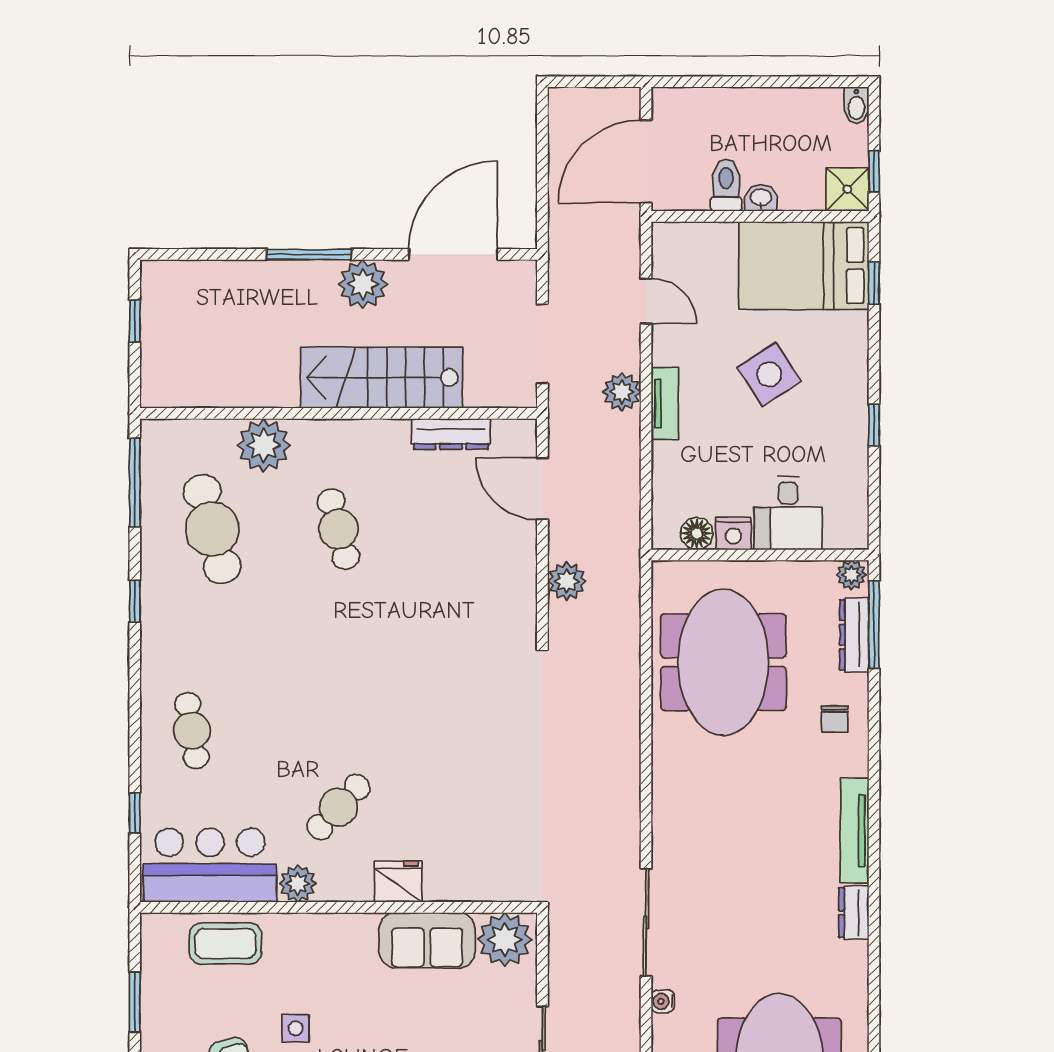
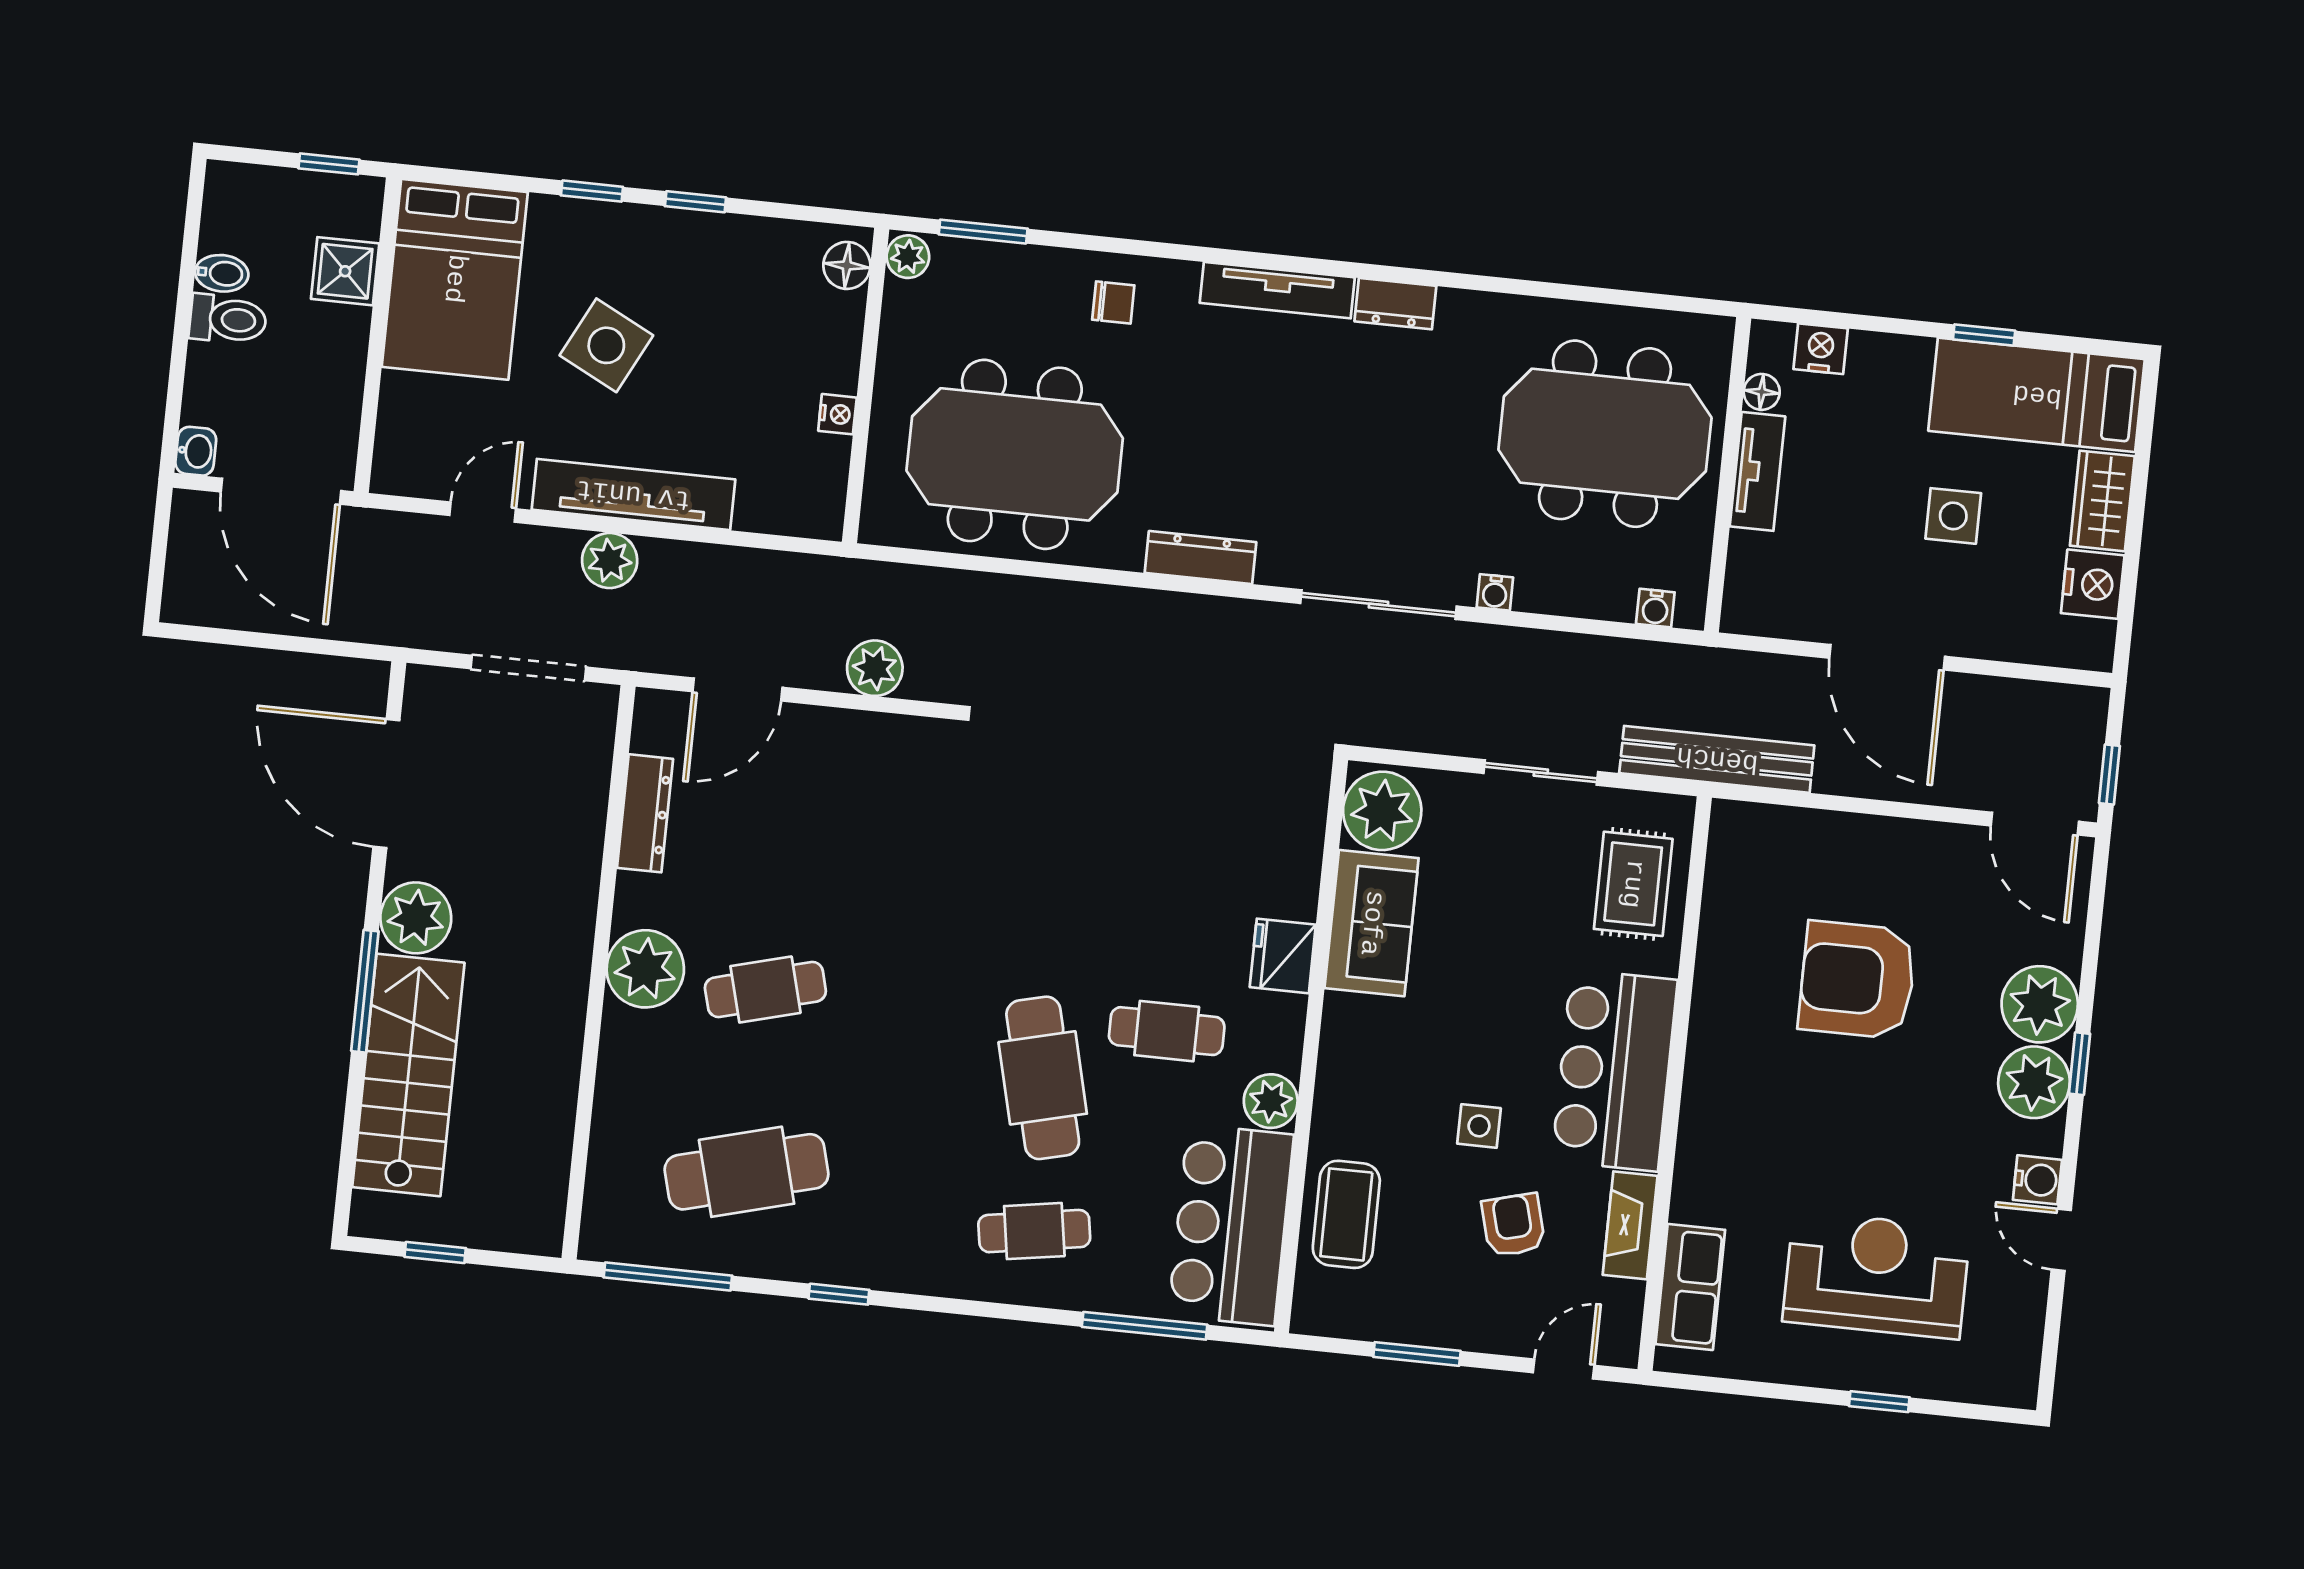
bidet: (856, 105) -> (222, 273), moved
toilet: (726, 185) -> (228, 319), moved, turned 180
shower: (847, 189) -> (345, 271), moved
washbasin: (761, 198) -> (196, 451), moved, turned 180
window: (874, 283) -> (592, 191), moved
side table: (769, 374) -> (606, 345), turned -30
stairs: (381, 378) -> (408, 1075), moved, turned 180
tv unit: (665, 403) -> (633, 494), width x1.92, depth x1.29
plant: (264, 445) -> (645, 969), moved
desk: (788, 513) -> (809, 339), removed
nightstand: (733, 533) -> (837, 414), width x0.72, depth x0.74
floor lamp: (697, 534) -> (847, 265), moved
window: (874, 625) -> (983, 232), width x0.69
dresser: (854, 635) -> (1200, 558), moved, turned 180
cafe table: (298, 726) -> (1043, 1078), added
cafe table: (338, 807) -> (1167, 1031), turned -43
window: (135, 813) -> (1145, 1326), width x2.17

